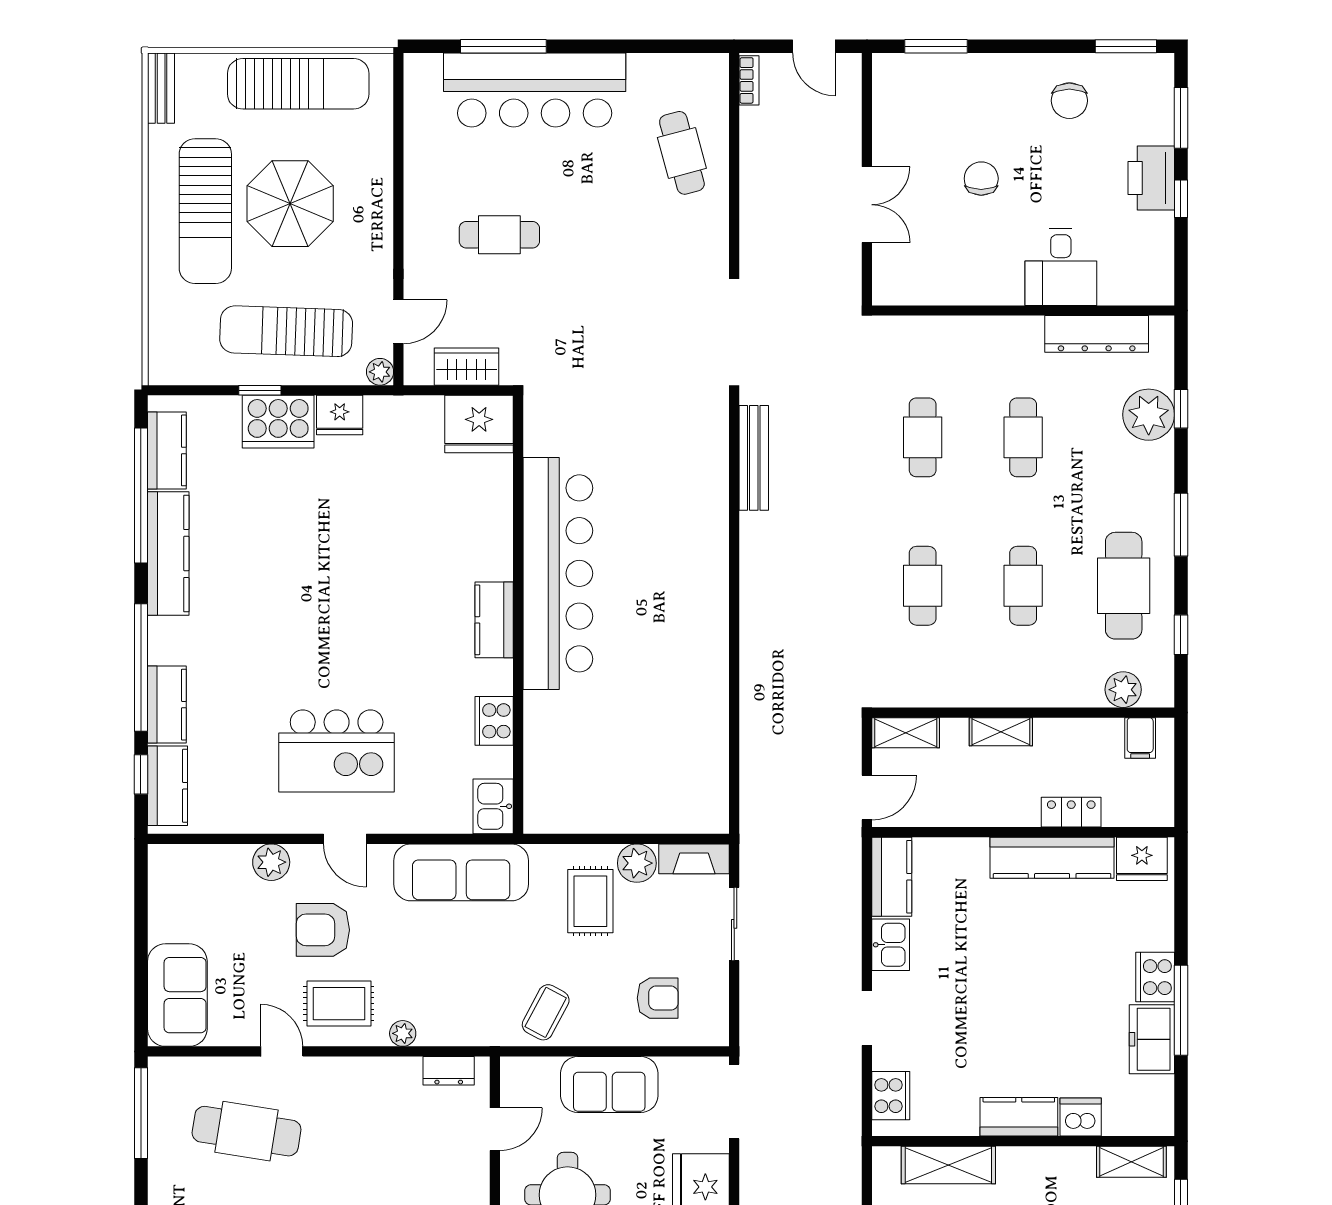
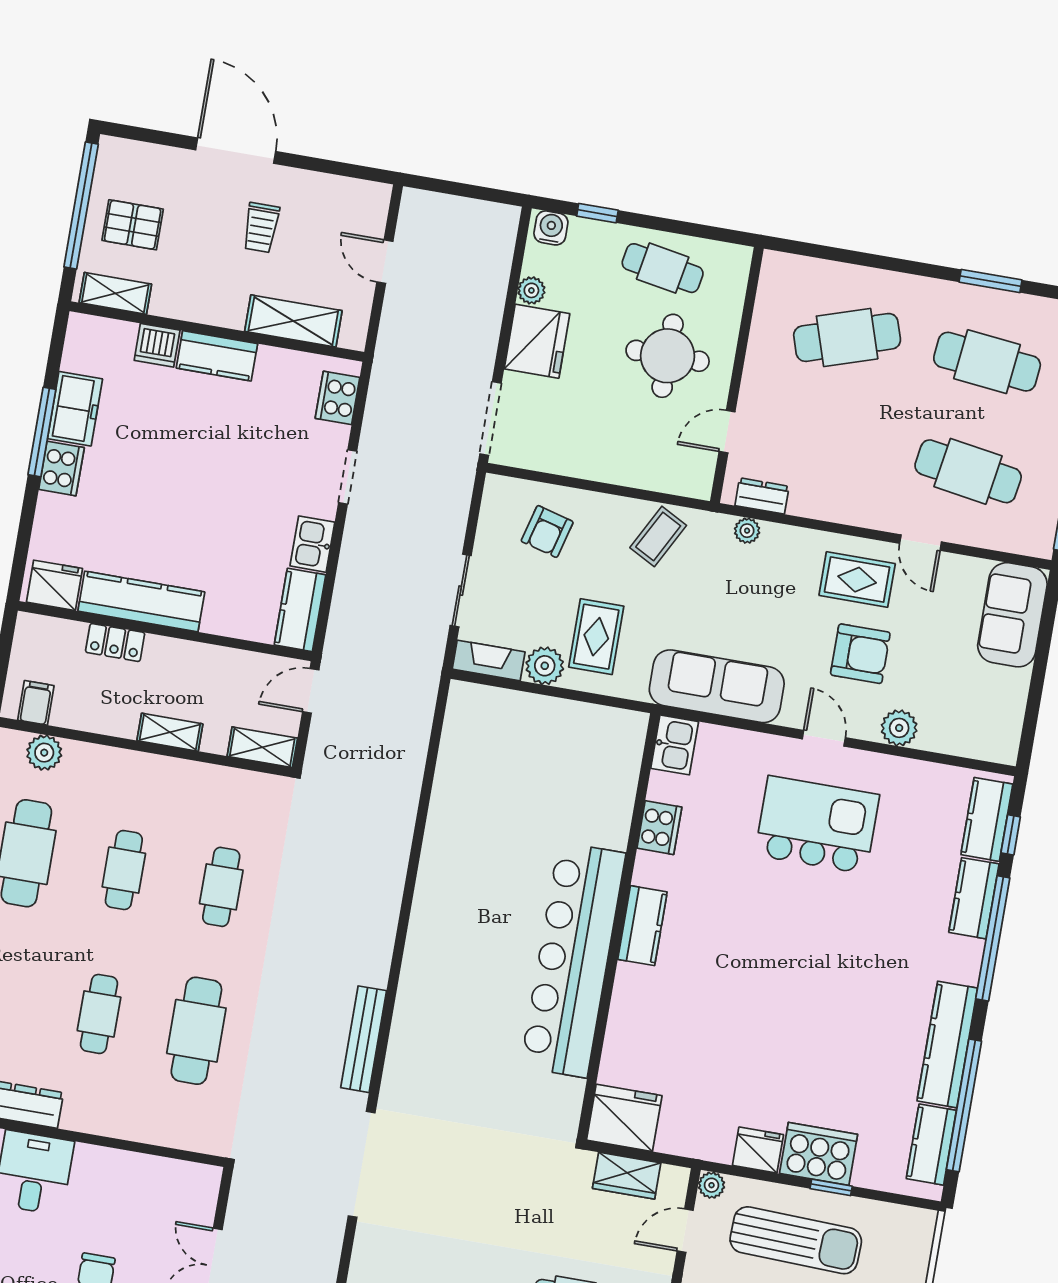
cafe table: (923, 437) -> (196, 1031), width x1.37, depth x1.35
armchair: (658, 998) -> (547, 531), turned -75
plant: (403, 1033) -> (747, 531), moved
sofa: (609, 1085) -> (609, 456), removed

